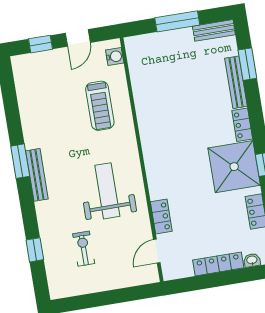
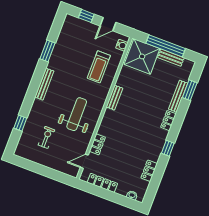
window: (177, 21) -> (166, 46), width x1.46
bench: (214, 30) -> (171, 58), moved
bench: (147, 137) -> (114, 98), added
window: (20, 161) -> (48, 51), moved
shower: (234, 167) -> (142, 56), moved
locker: (218, 264) -> (102, 183), moved

